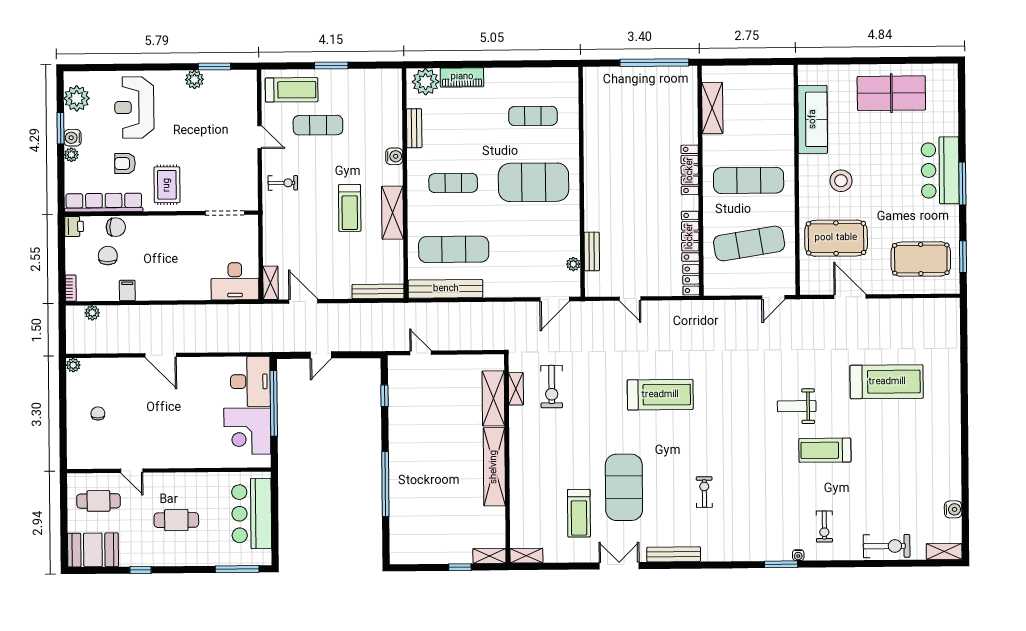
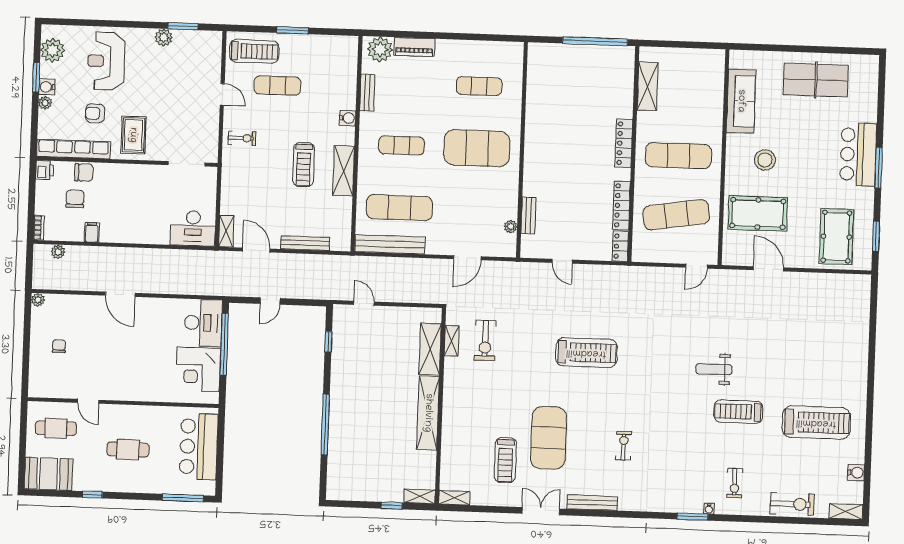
pool table: (921, 259) -> (836, 237), turned 90
bench: (378, 291) -> (305, 243), moved
door: (555, 299) -> (467, 258), moved
treadmill: (887, 382) -> (816, 423), moved

